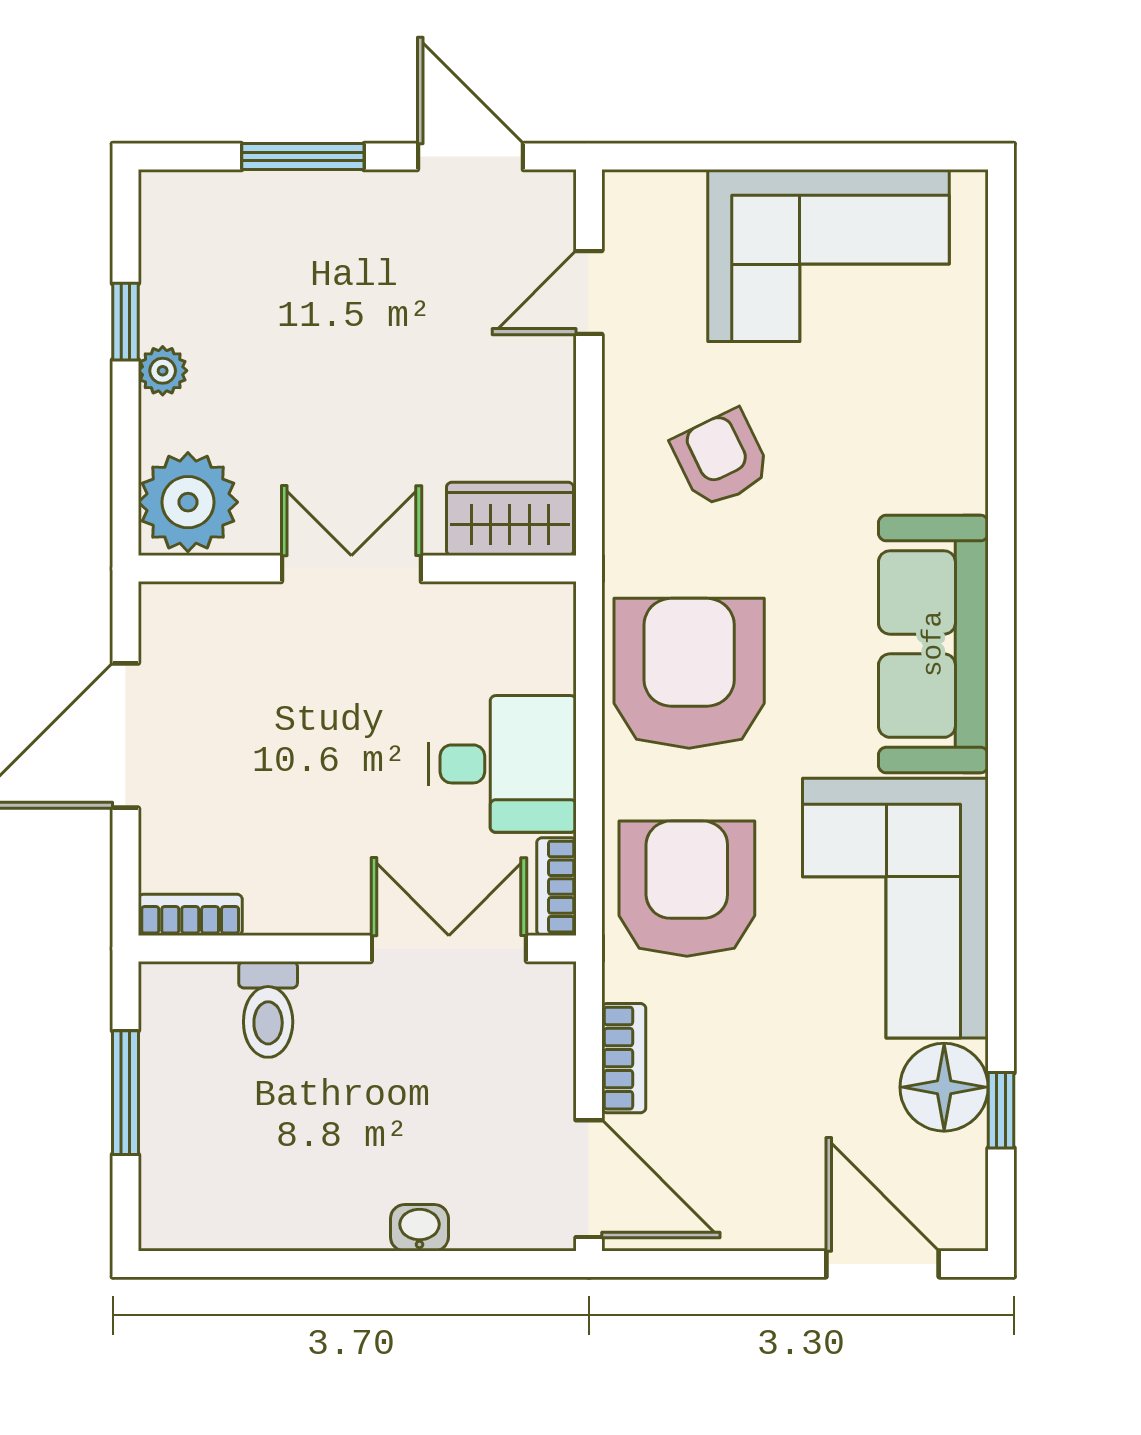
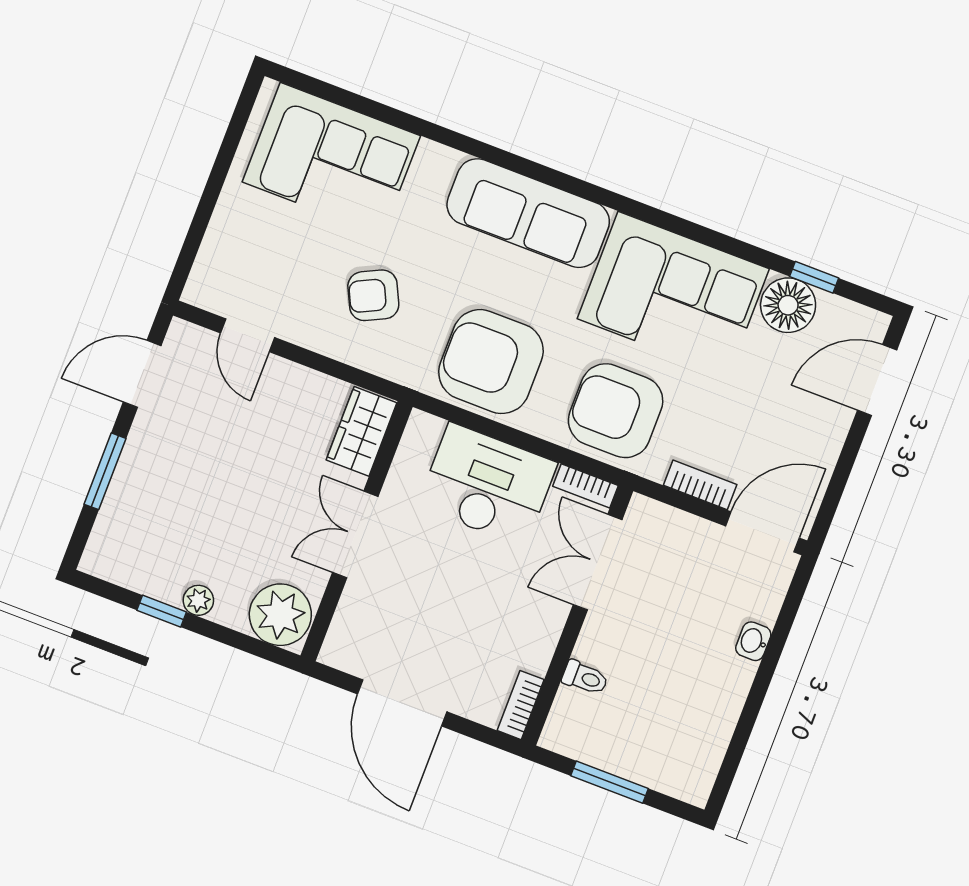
corner sofa: (829, 256) -> (331, 159), moved, turned 90
desk: (502, 764) -> (487, 485), width x1.37
toilet: (268, 1009) -> (585, 678), width x0.73, depth x0.72

